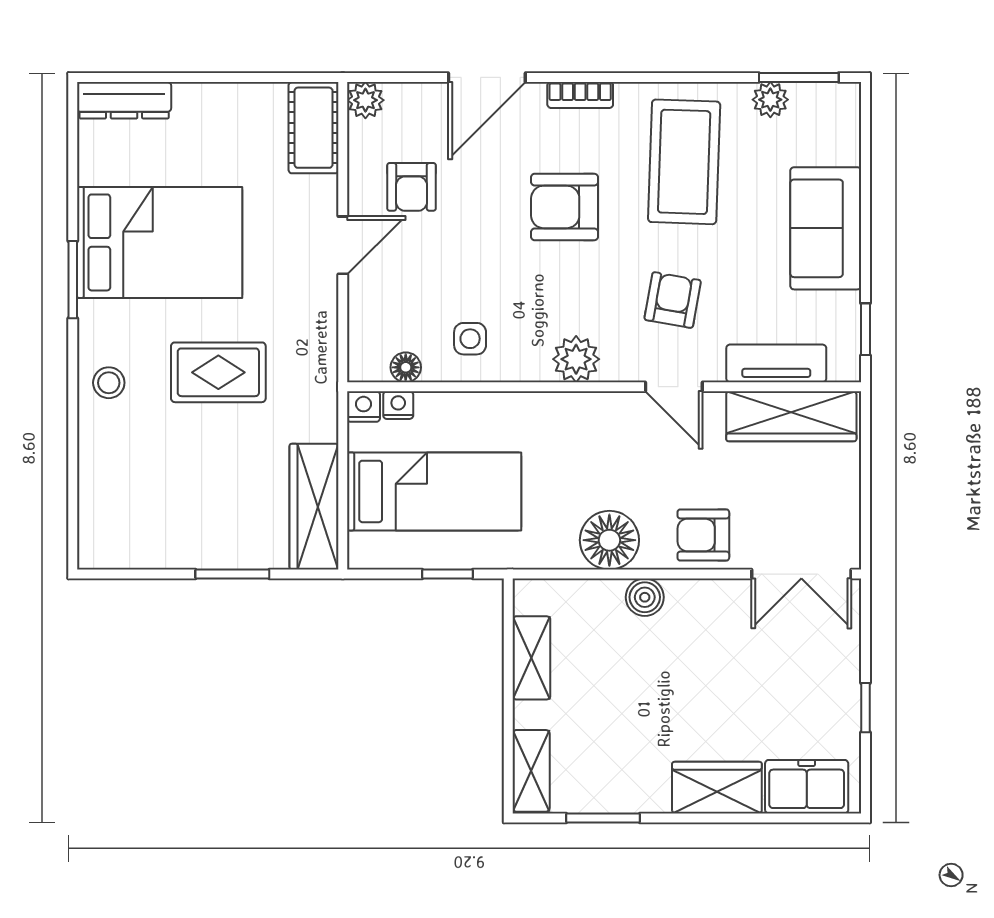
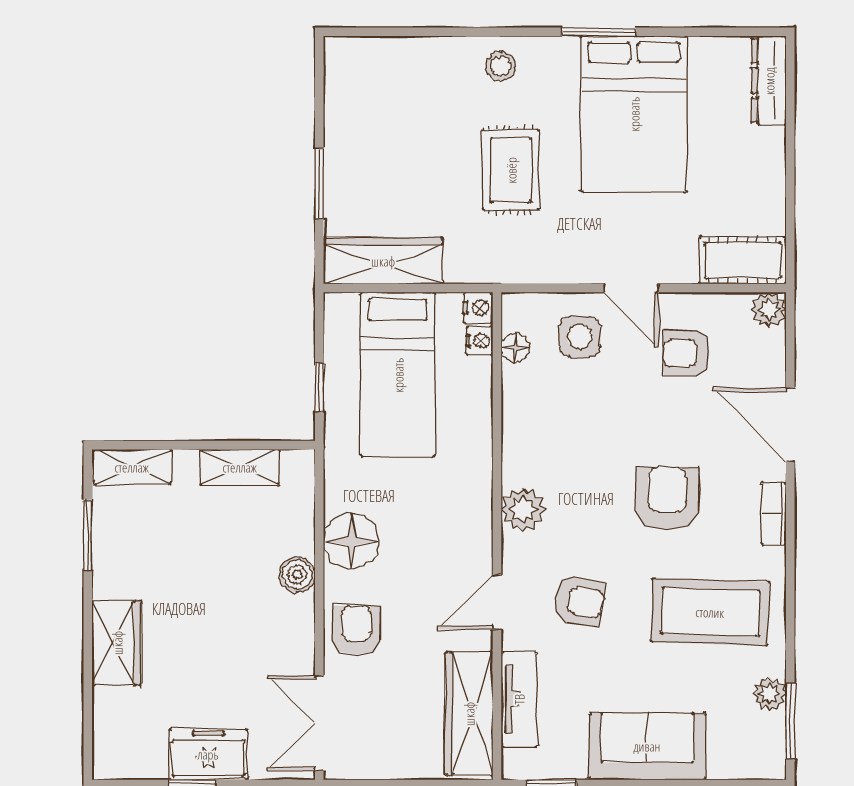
side table: (470, 339) -> (580, 337), moved, width x1.37, depth x1.37
freezer: (807, 787) -> (208, 754), moved, turned -90

